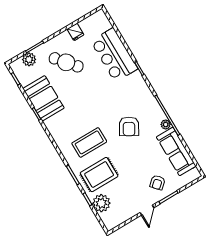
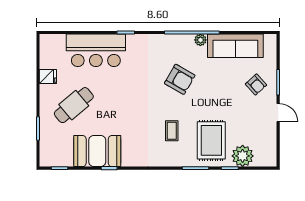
plant: (29, 59) -> (48, 142), removed
coffee table: (89, 142) -> (172, 131), width x0.54, depth x0.58

